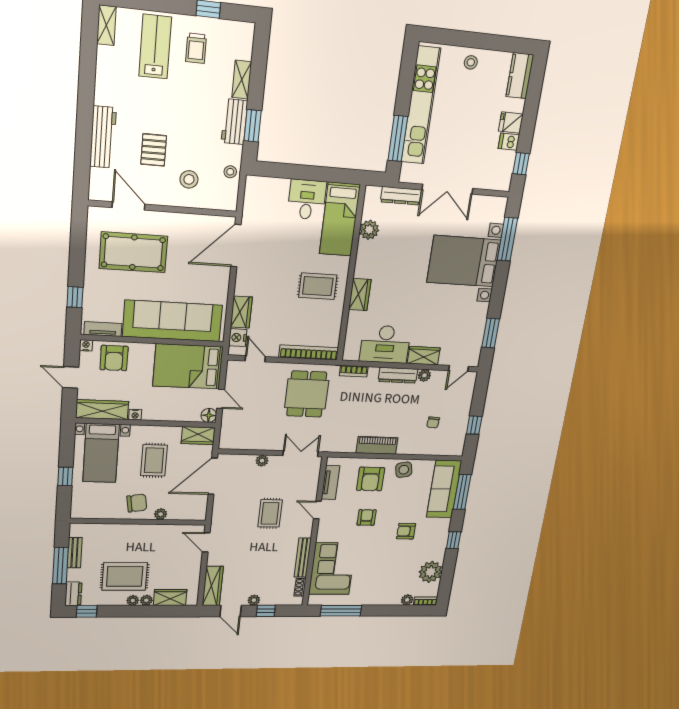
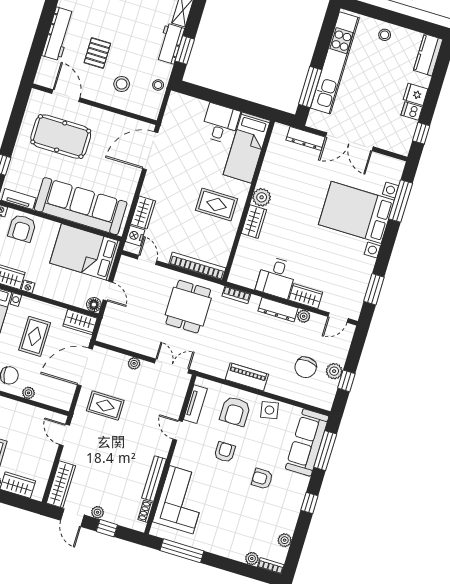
plant: (369, 230) -> (262, 197), moved
desk: (385, 344) -> (276, 277), width x0.73
plant: (461, 419) -> (334, 371), added
chair: (433, 422) -> (306, 367), width x1.87, depth x1.87
rug: (270, 513) -> (105, 406), moved, turned 90
plant: (430, 572) -> (285, 540), width x0.53, depth x0.53

